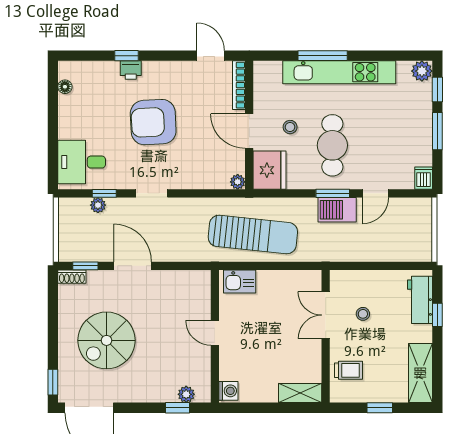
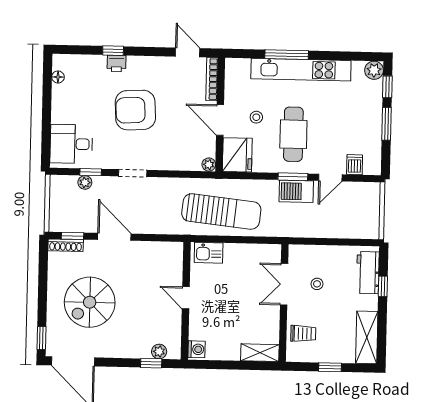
dishwasher: (424, 178) -> (355, 165), moved
shoe rack: (72, 277) -> (66, 245), width x1.43

